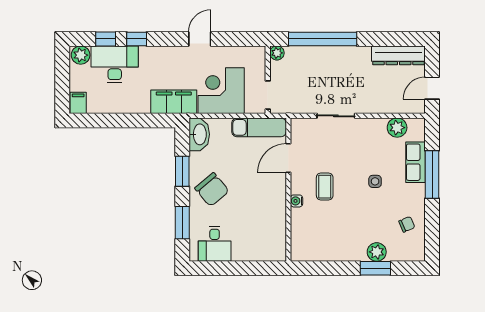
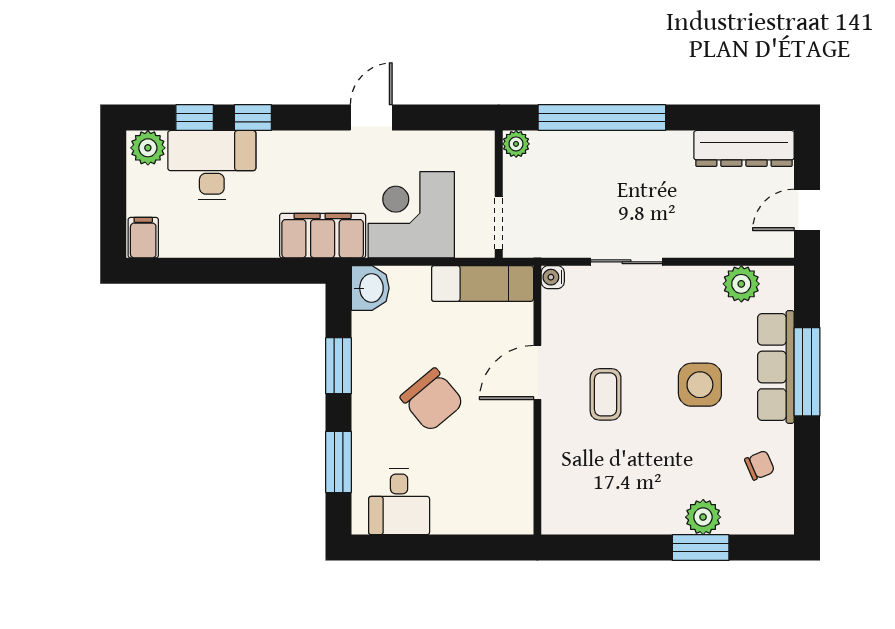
washbasin: (199, 134) -> (370, 288), width x0.72
door: (288, 158) -> (537, 373), moved
row of seats: (416, 162) -> (776, 367), width x1.48
side table: (375, 181) -> (700, 385), width x1.87, depth x1.87
chair: (212, 190) -> (432, 400), moved
water cooler: (297, 201) -> (553, 277), moved

